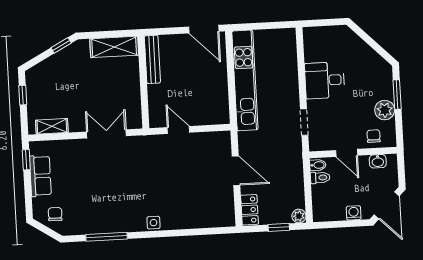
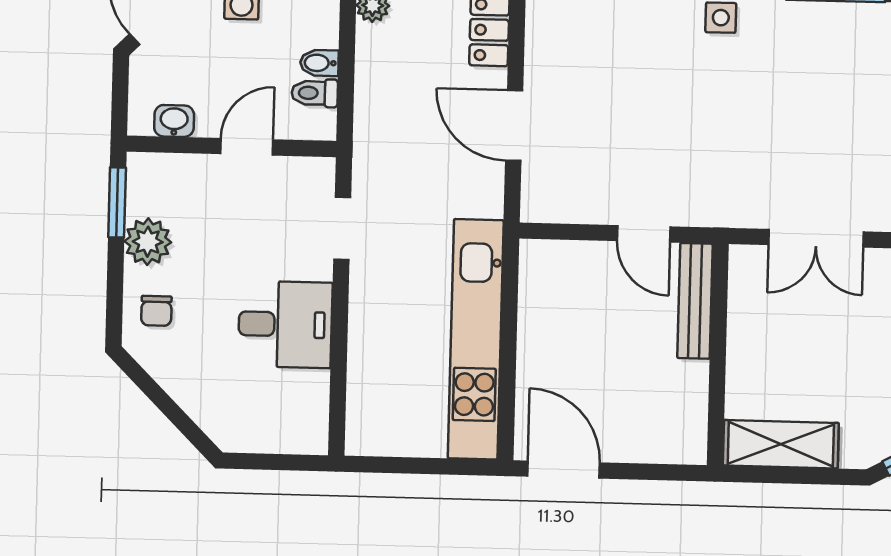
bench: (152, 59) -> (695, 301), moved
window: (397, 95) -> (117, 202), moved
chair: (374, 136) -> (156, 311), moved
door: (347, 153) -> (247, 147), hinge flipped
bidet: (318, 165) -> (319, 63), moved

